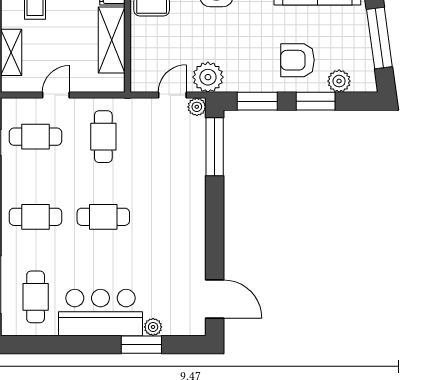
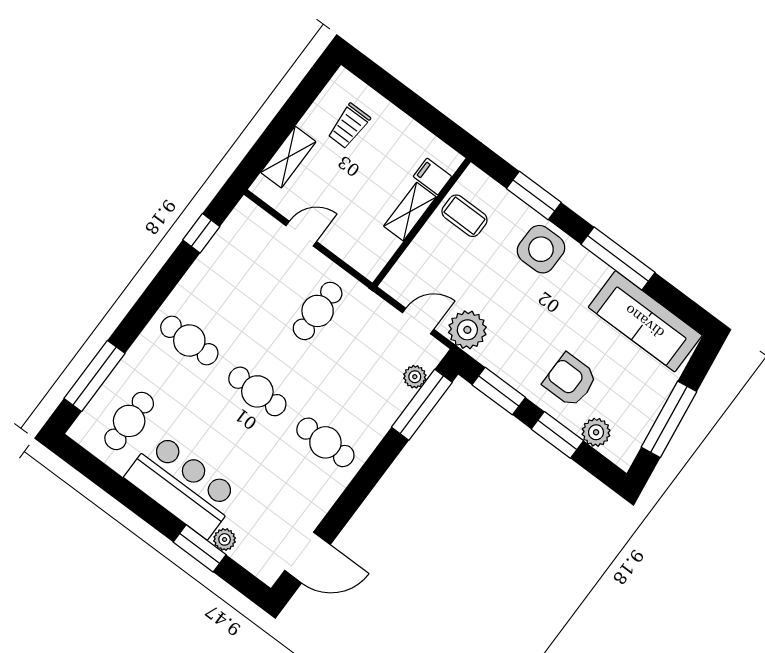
shelving: (112, 40) -> (410, 212), width x0.67, depth x0.75
plant: (197, 107) -> (415, 377), moved
cafe table: (36, 137) -> (325, 442), moved
door: (215, 299) -> (307, 558), hinge flipped

